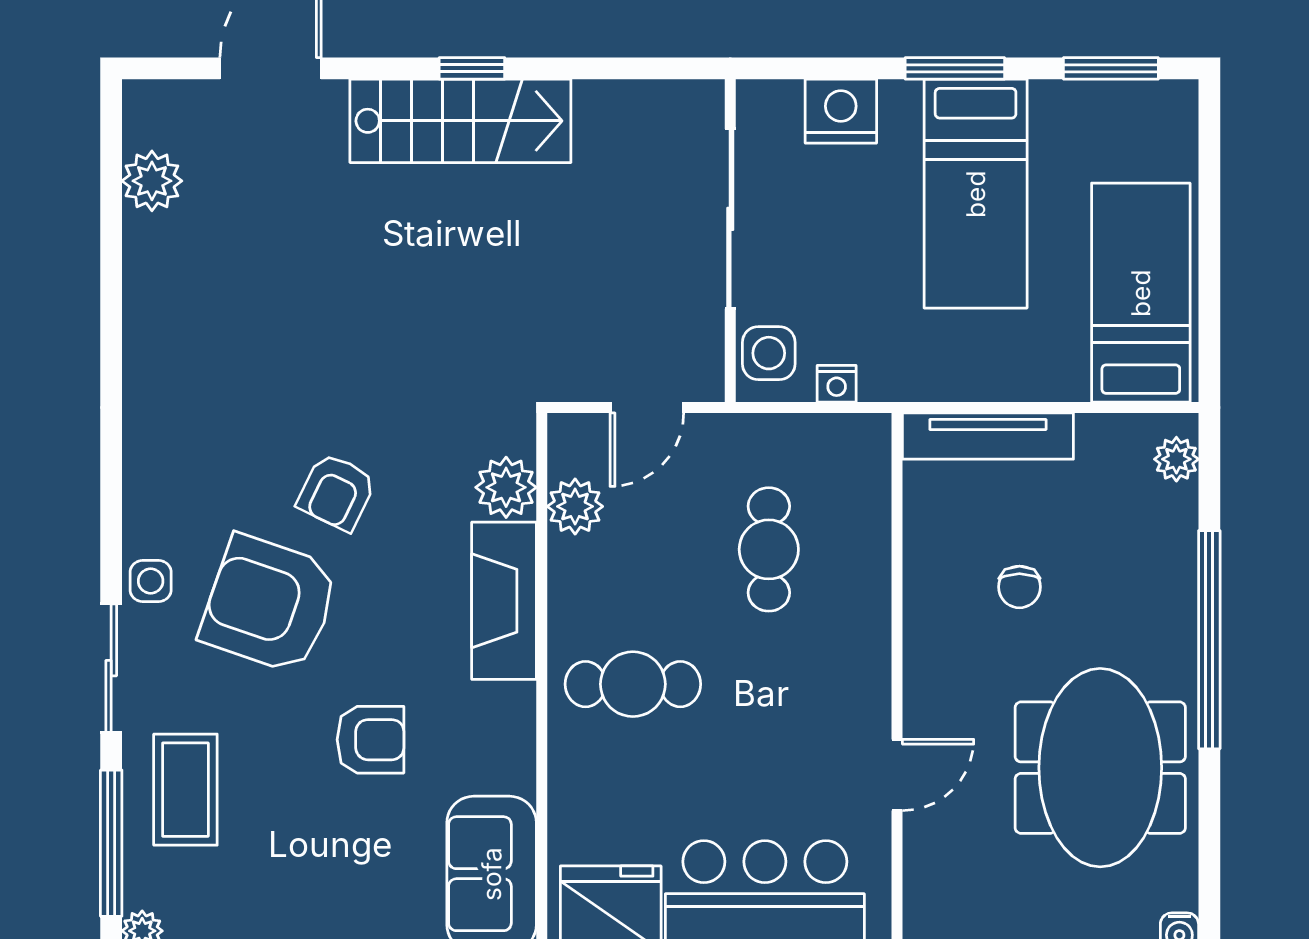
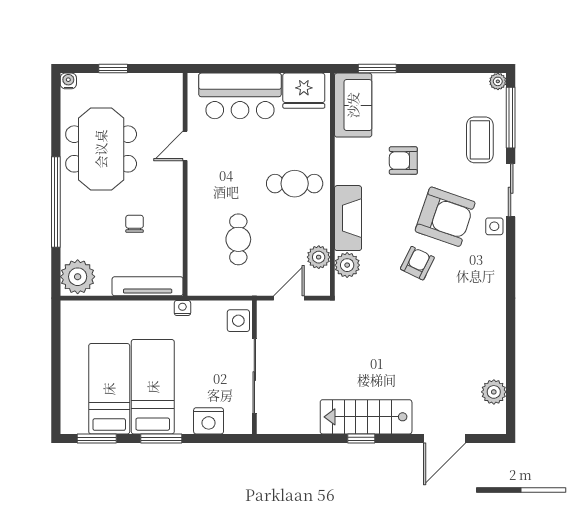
bed: (1141, 293) -> (109, 389), moved, turned 180
nightstand: (837, 384) -> (182, 308), moved
plant: (1176, 459) -> (78, 277), width x1.88, depth x1.88

